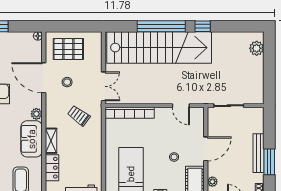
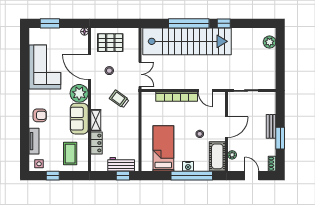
bookcase: (130, 113) -> (177, 97), moved
plant: (36, 114) -> (79, 93), width x1.88, depth x1.88
bench: (258, 153) -> (271, 126), width x0.73

